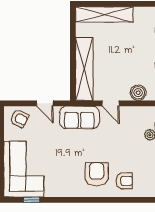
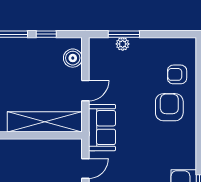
armchair: (97, 174) -> (169, 107), turned 90
armchair: (124, 181) -> (177, 74), turned -90

